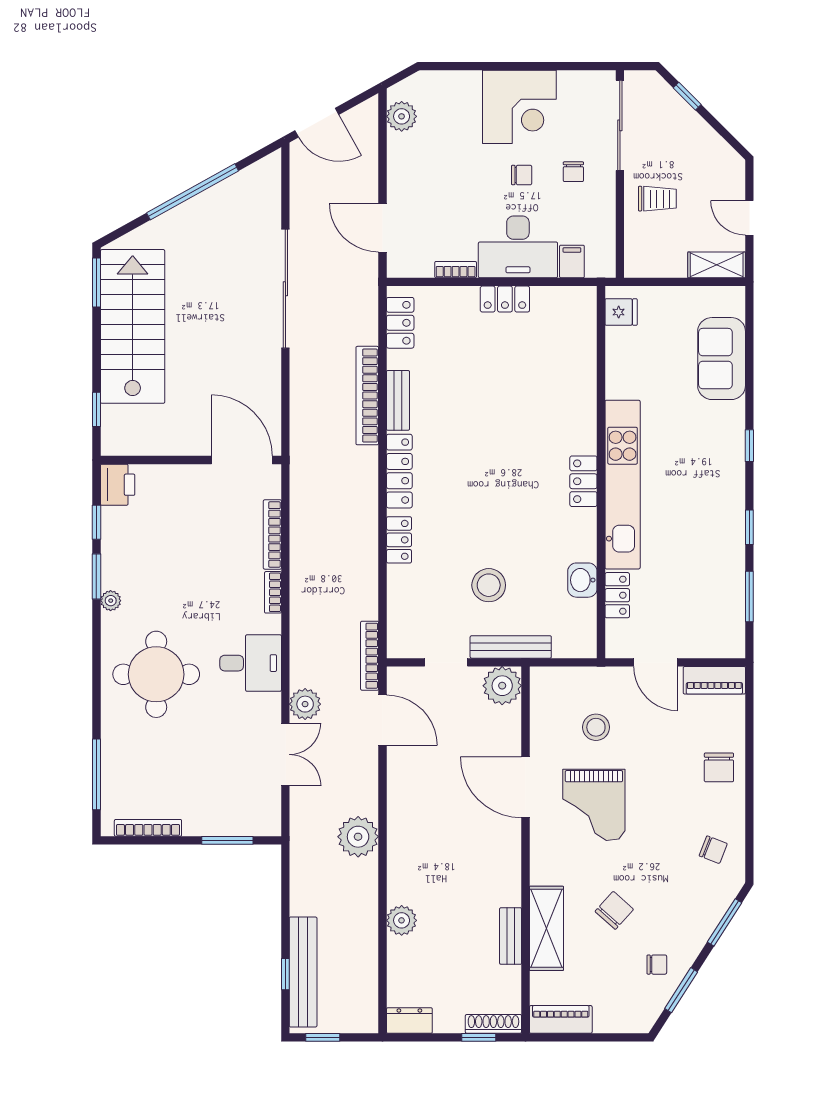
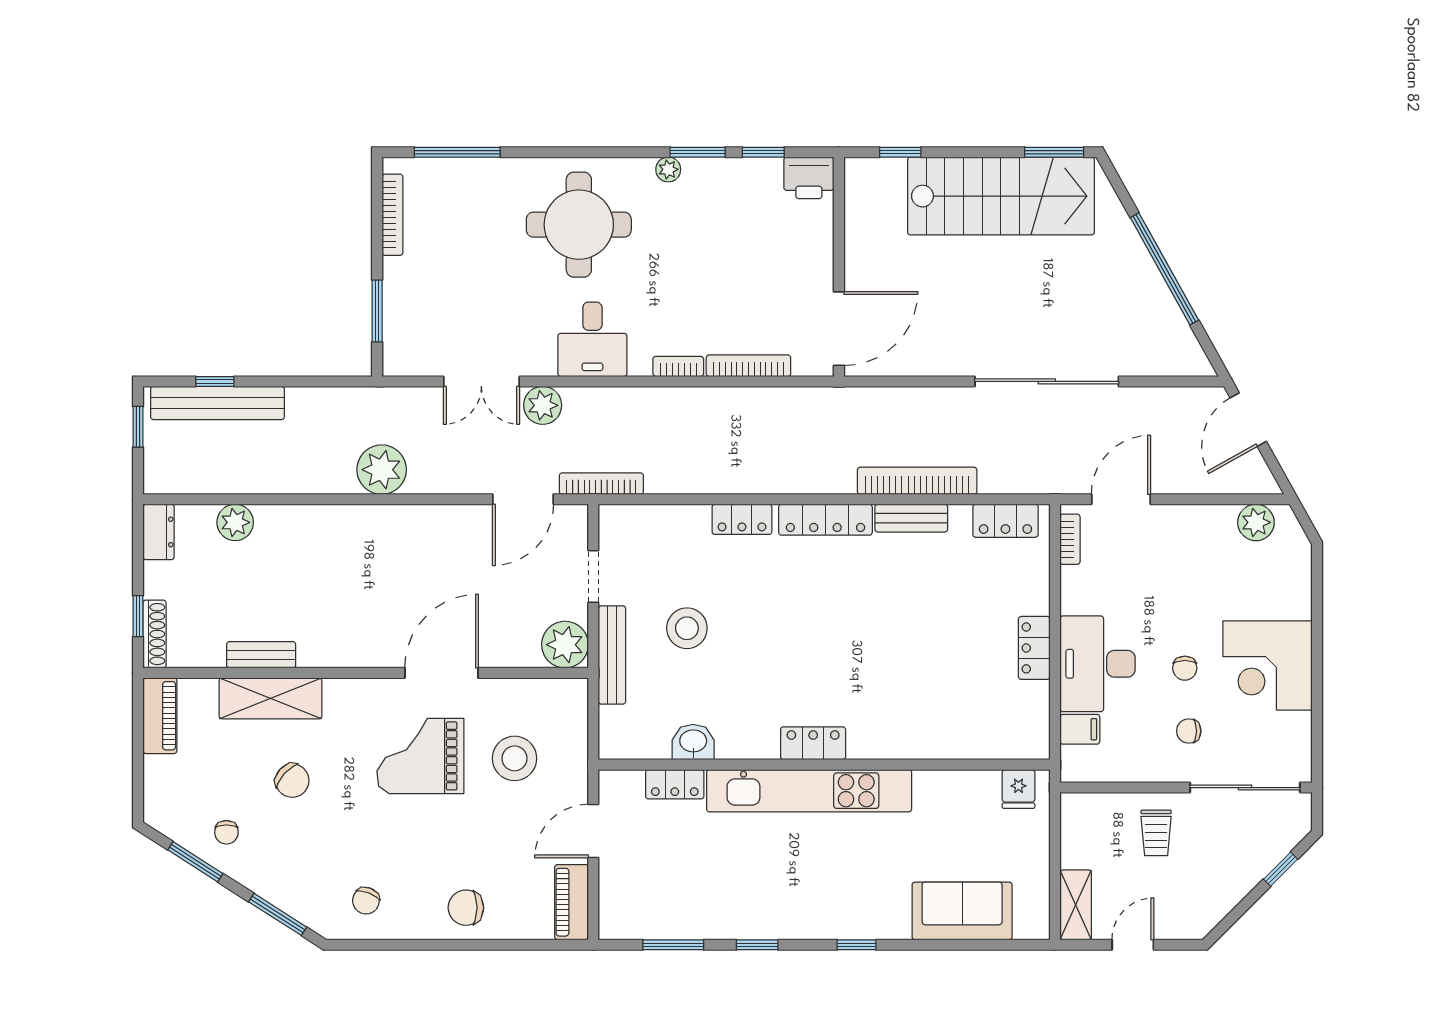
bookcase: (456, 270) -> (1070, 539), moved
stool: (596, 727) -> (514, 758), width x1.38, depth x1.38
plant: (402, 920) -> (235, 522), moved

